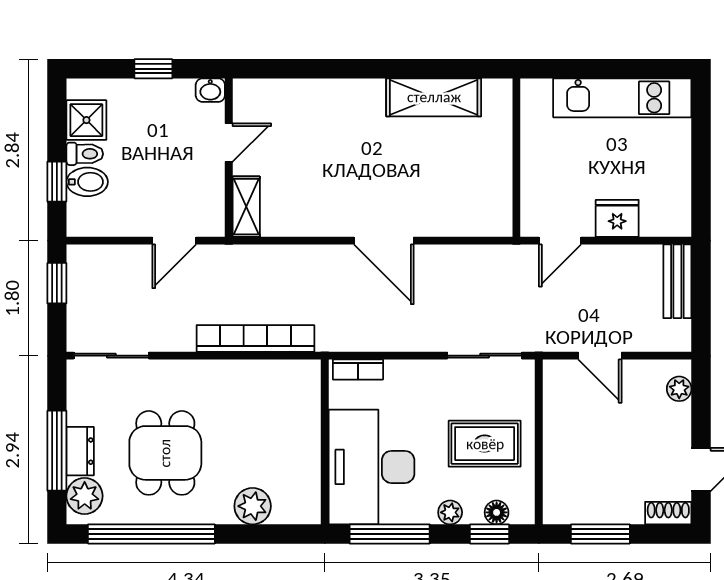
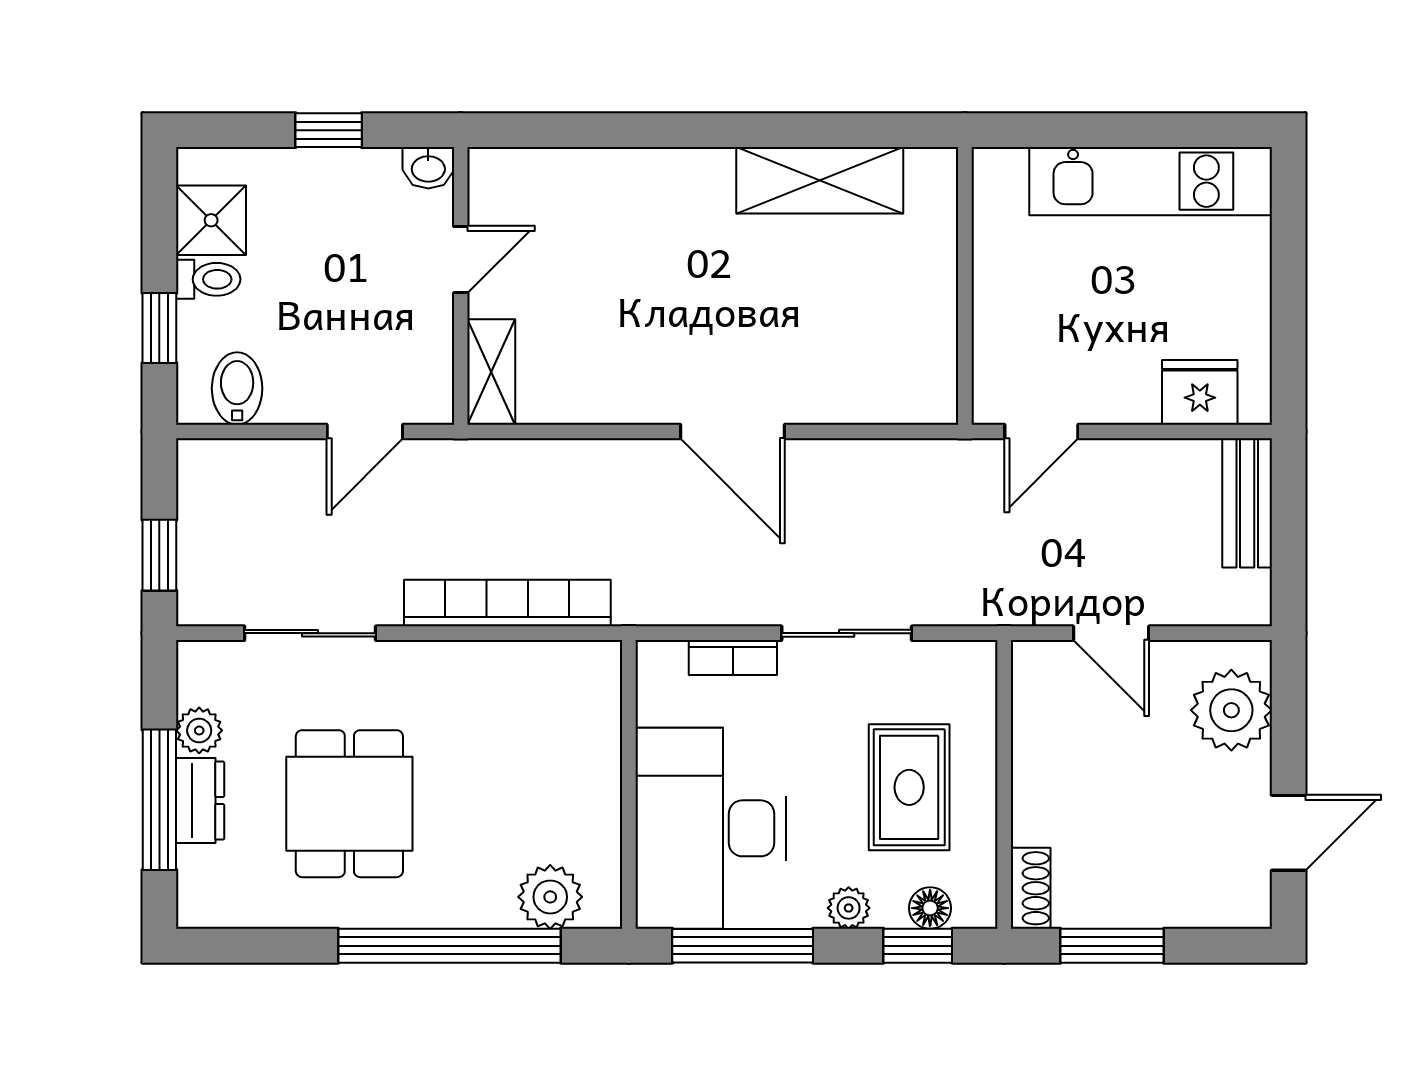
bidet: (87, 182) -> (237, 388), moved, turned -90
fridge: (617, 218) -> (1200, 392), moved
window: (57, 283) -> (159, 555), moved
sliding door: (111, 356) -> (310, 633), moved
sliding door: (485, 356) -> (847, 633), moved
bookcase: (358, 370) -> (733, 658), moved
plant: (679, 389) -> (1231, 710), width x1.88, depth x1.88
rug: (485, 444) -> (909, 787), turned 90
plant: (85, 496) -> (199, 730), moved, width x0.73, depth x0.73
plant: (253, 506) -> (550, 897), moved
shoe rack: (668, 513) -> (1031, 888), moved, turned 90
window: (151, 534) -> (449, 946), moved

